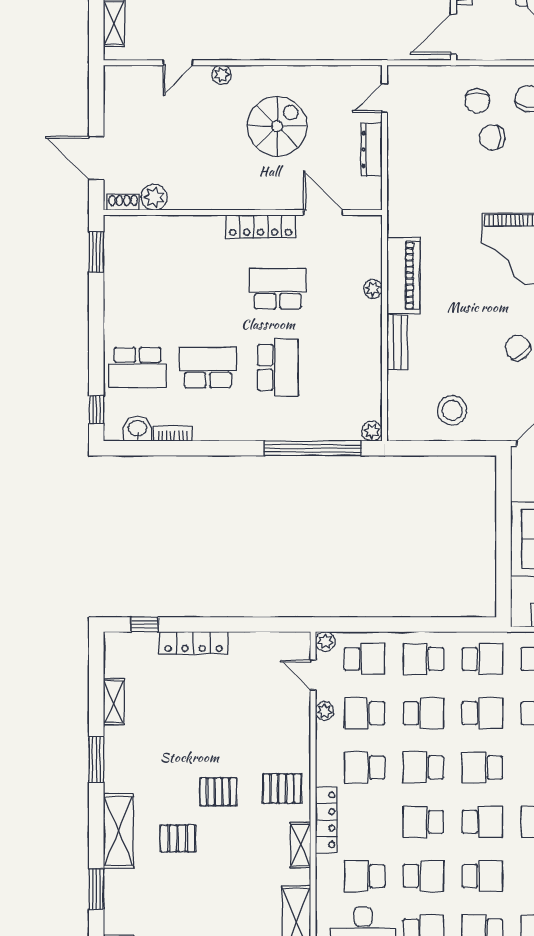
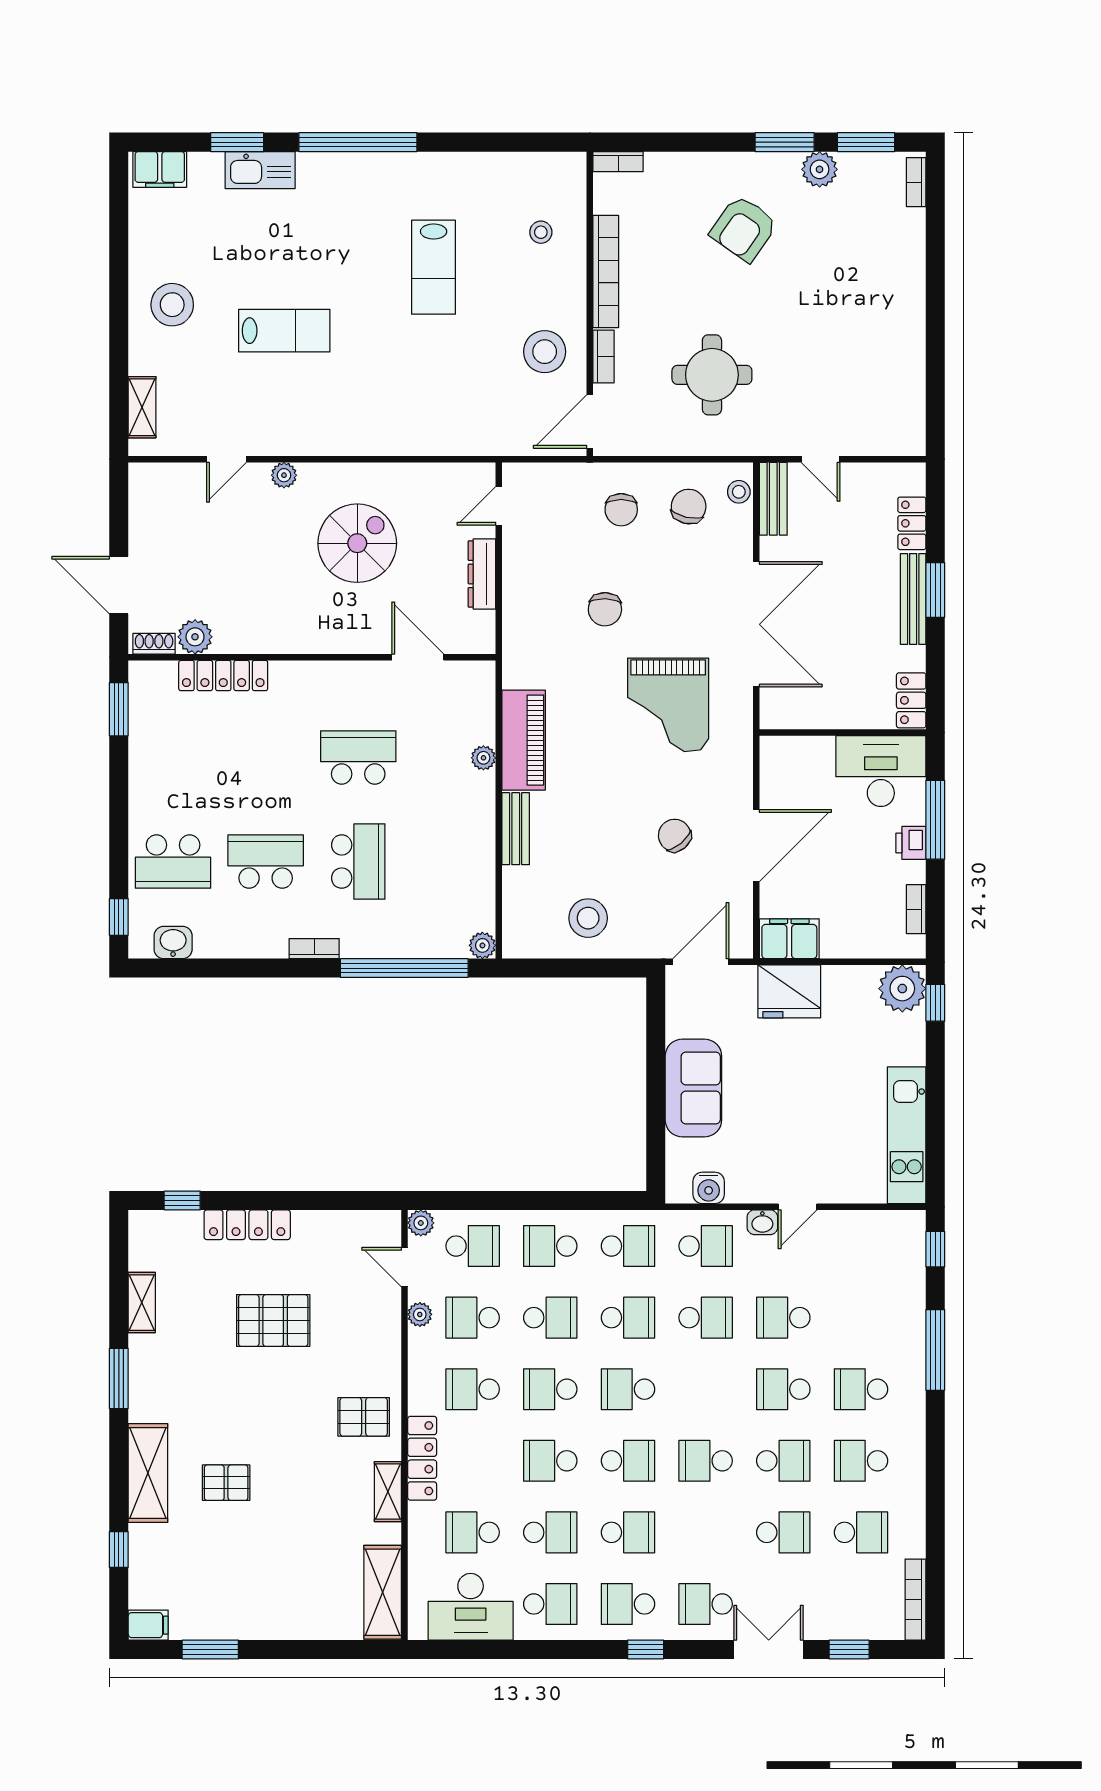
chair: (492, 137) -> (605, 609), moved, turned -88
locker: (261, 227) -> (223, 676), moved
bookcase: (173, 434) -> (314, 949), moved
pallet: (218, 792) -> (273, 1321), moved, width x1.50, depth x1.42
window: (96, 889) -> (119, 1550), width x0.67

